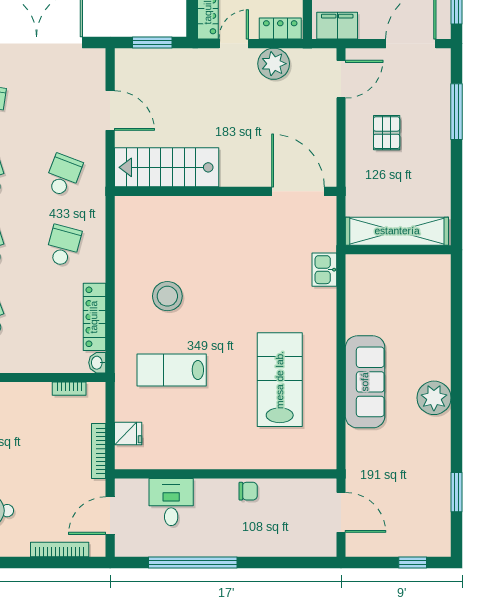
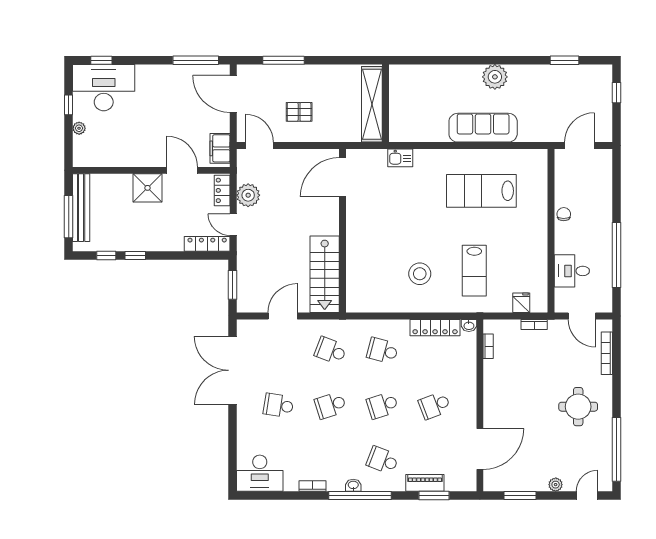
bookcase: (99, 451) -> (534, 325), width x0.64

